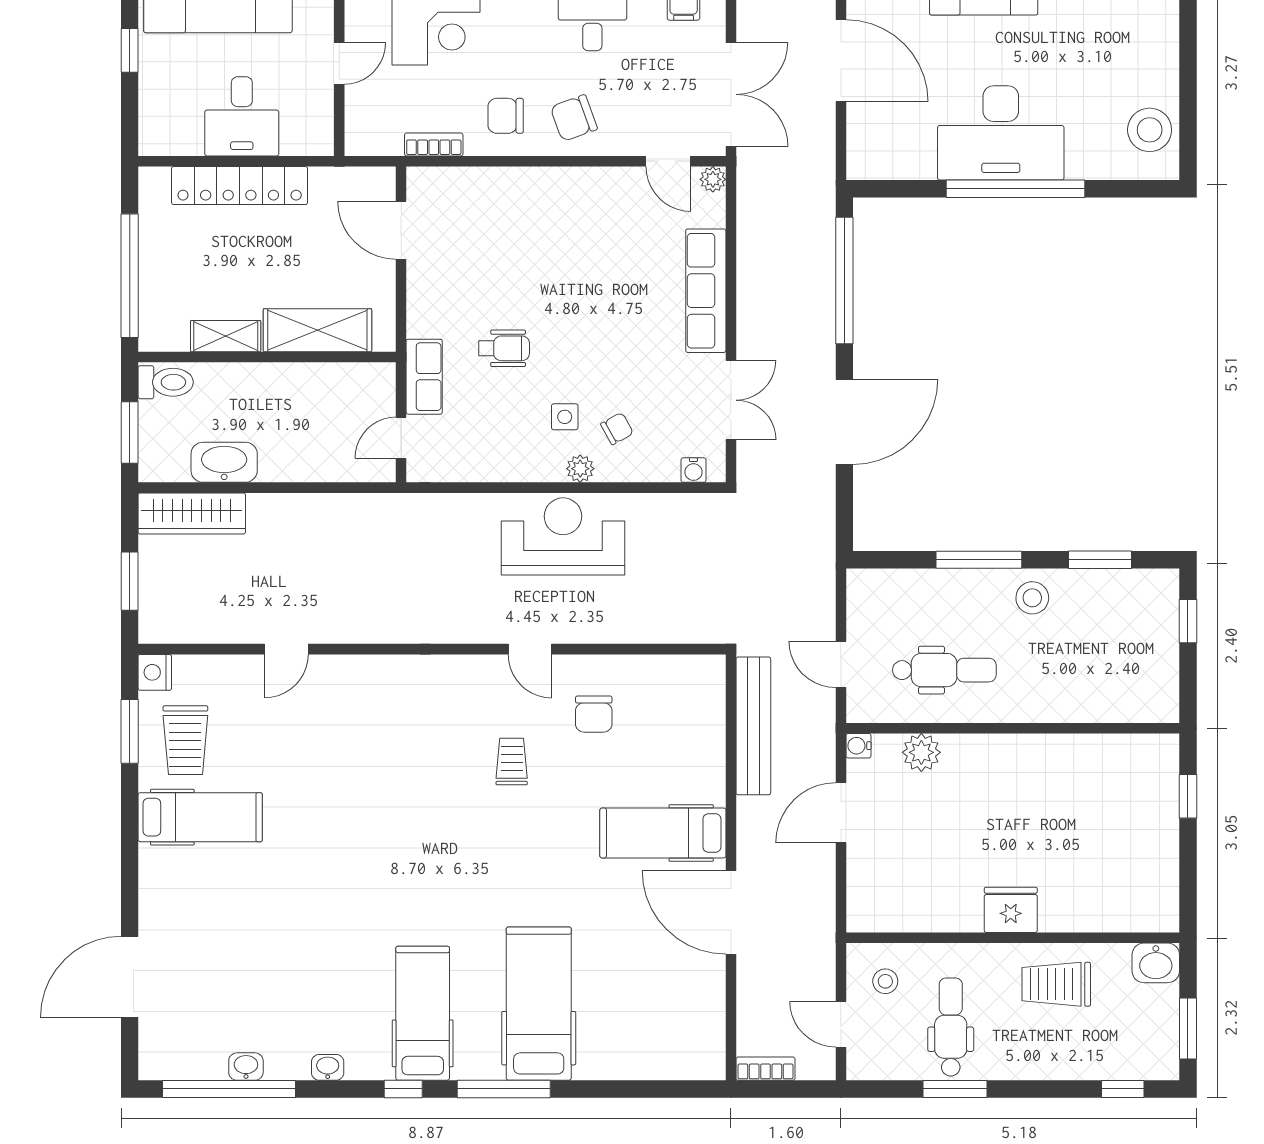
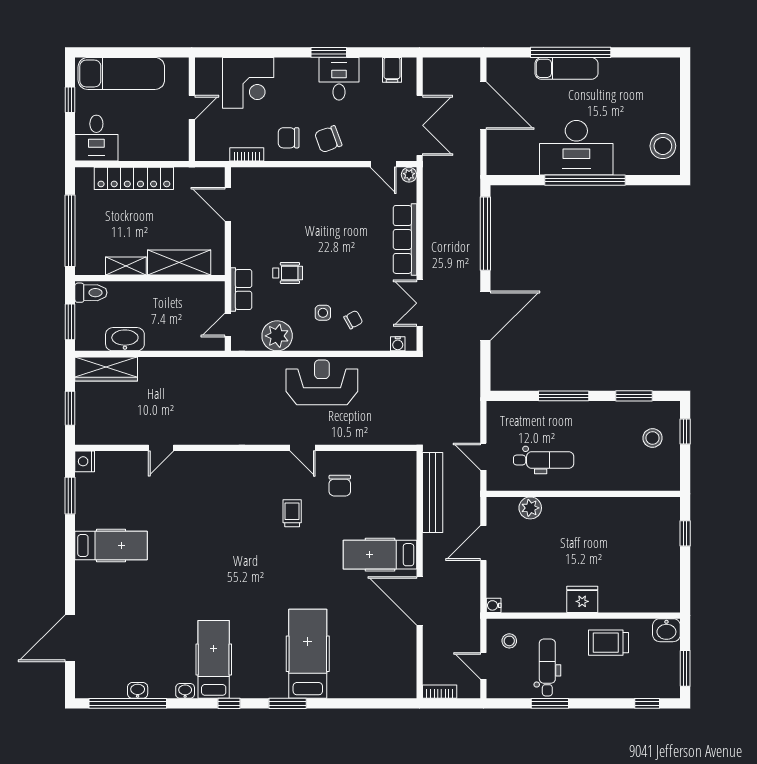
desk: (242, 116) -> (96, 138), moved
double door: (731, 400) -> (420, 303), swing flipped
plant: (580, 469) -> (277, 336), moved, width x1.88, depth x1.88
stool: (1032, 598) -> (653, 438), moved
trolley: (185, 740) -> (102, 501), removed
water cooler: (858, 746) -> (494, 605), moved
hospital bed: (423, 1013) -> (214, 659), moved
window: (504, 1089) -> (288, 703), width x0.69

